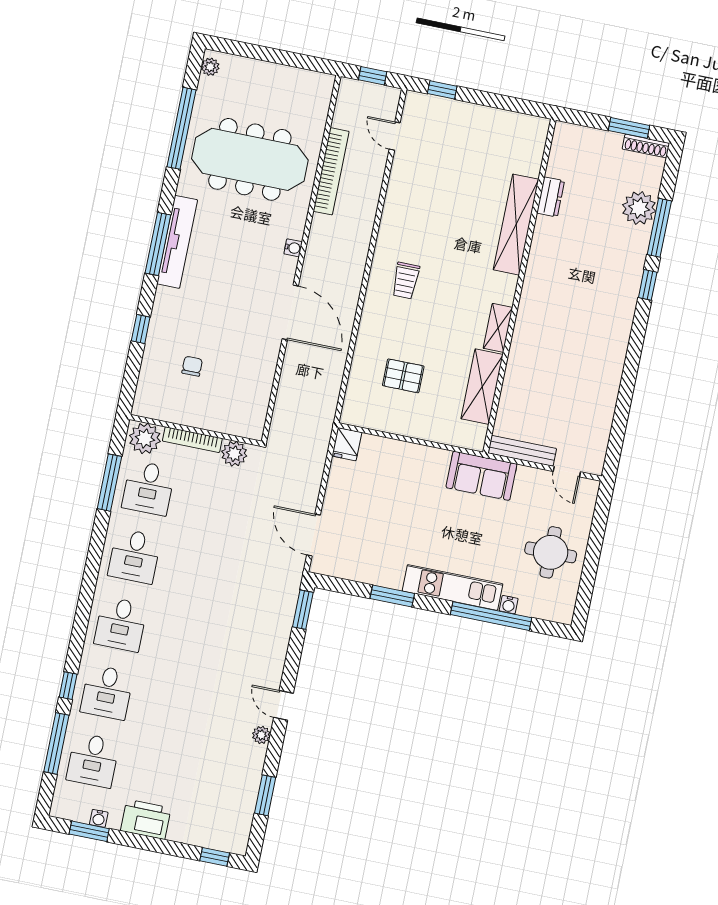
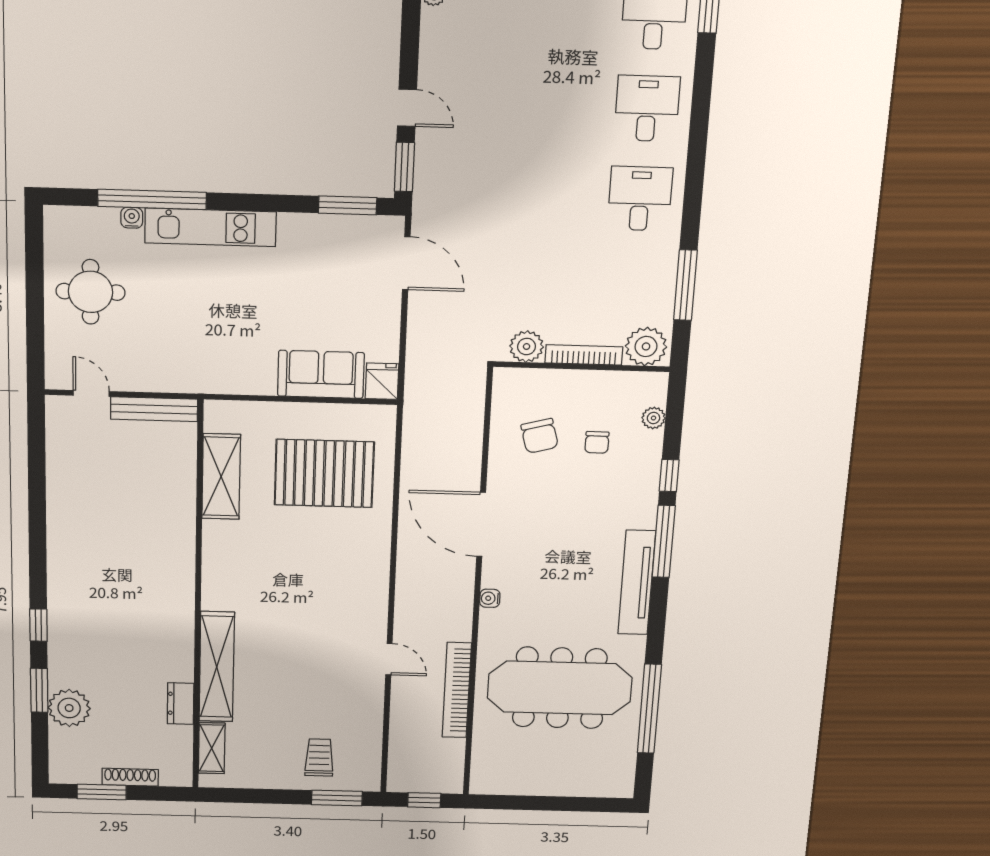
plant: (210, 67) -> (653, 418), moved
window: (442, 90) -> (337, 798), width x1.50
door: (395, 136) -> (389, 659), moved
shoe rack: (646, 146) -> (130, 777), moved
window: (659, 228) -> (39, 690), width x0.69
window: (158, 244) -> (664, 541), moved
trolley: (406, 281) -> (319, 758), moved
shelving: (498, 328) -> (212, 748), moved
pallet: (403, 376) -> (324, 473), width x2.05, depth x2.00
chair: (235, 379) -> (540, 436), added
sofa: (481, 476) -> (321, 374), moved
desk: (148, 488) -> (633, 287), removed
window: (392, 596) -> (348, 205), moved
door: (283, 705) -> (407, 108), moved

